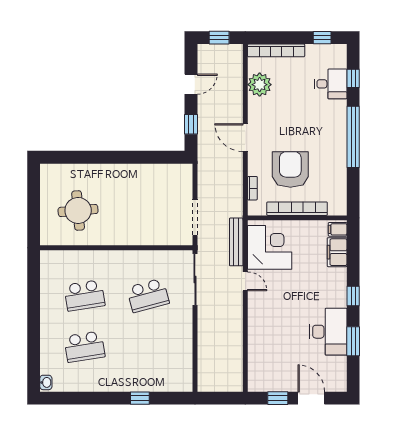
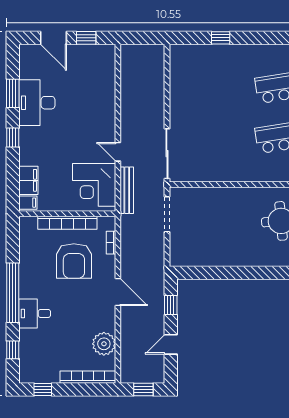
desk: (331, 84) -> (35, 313), moved
school desk: (148, 295) -> (213, 138), removed

